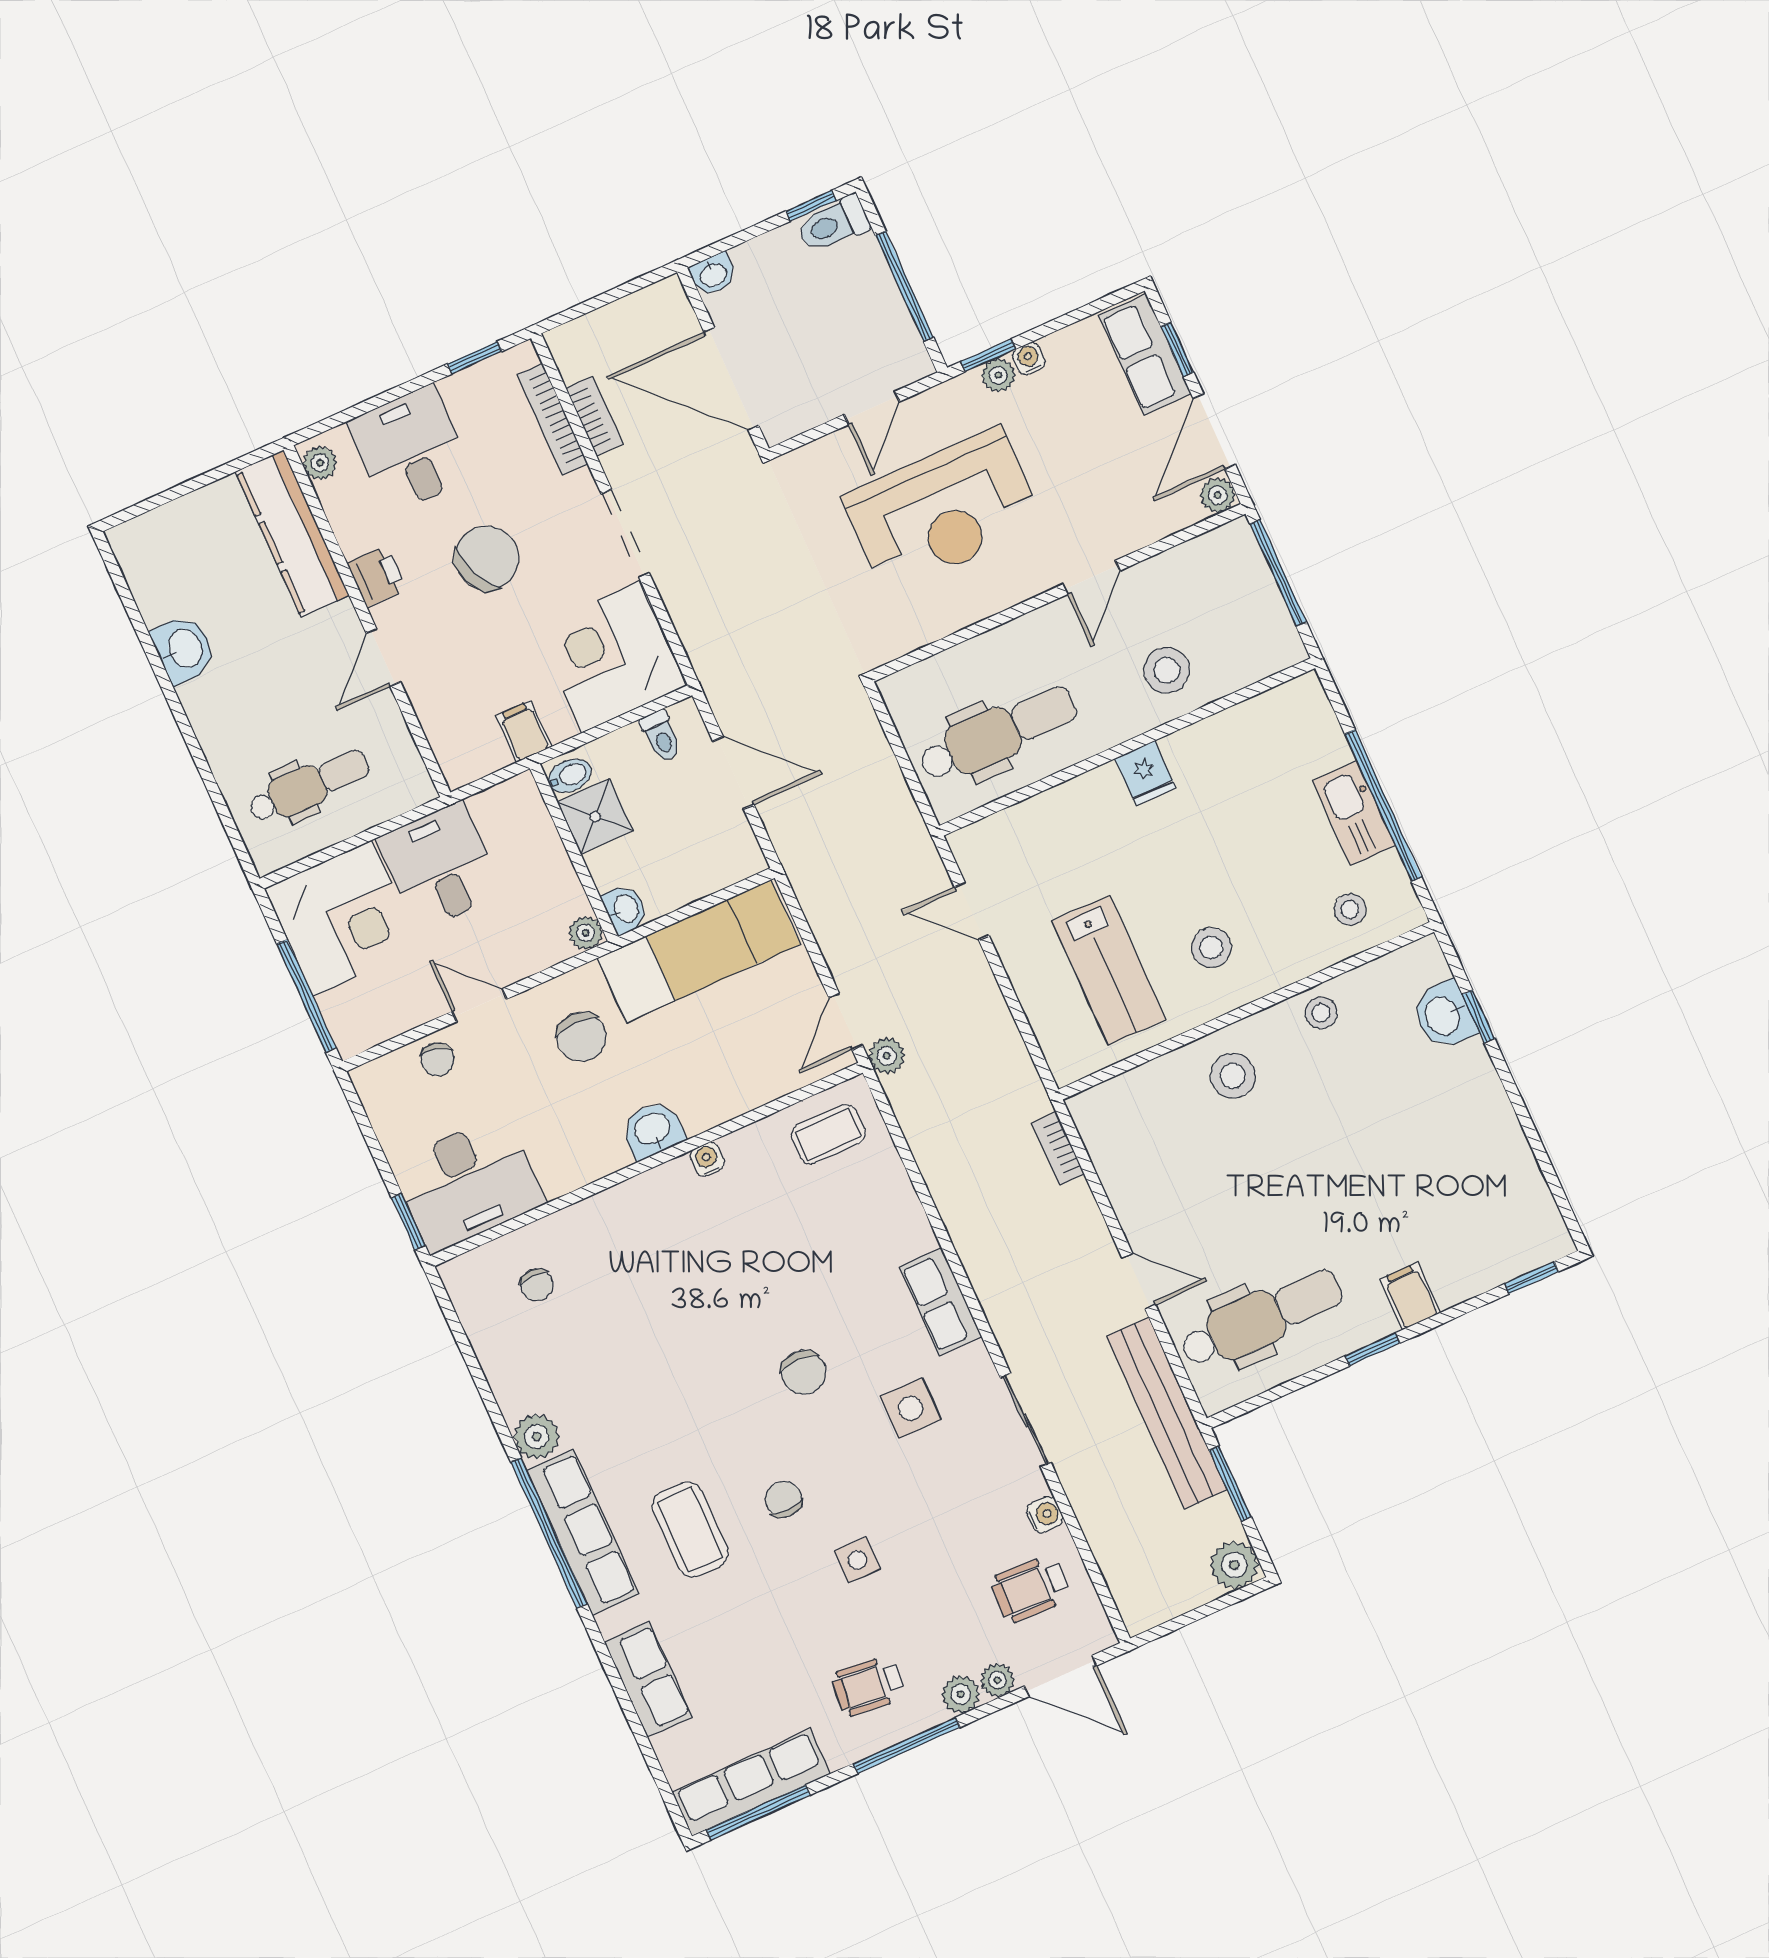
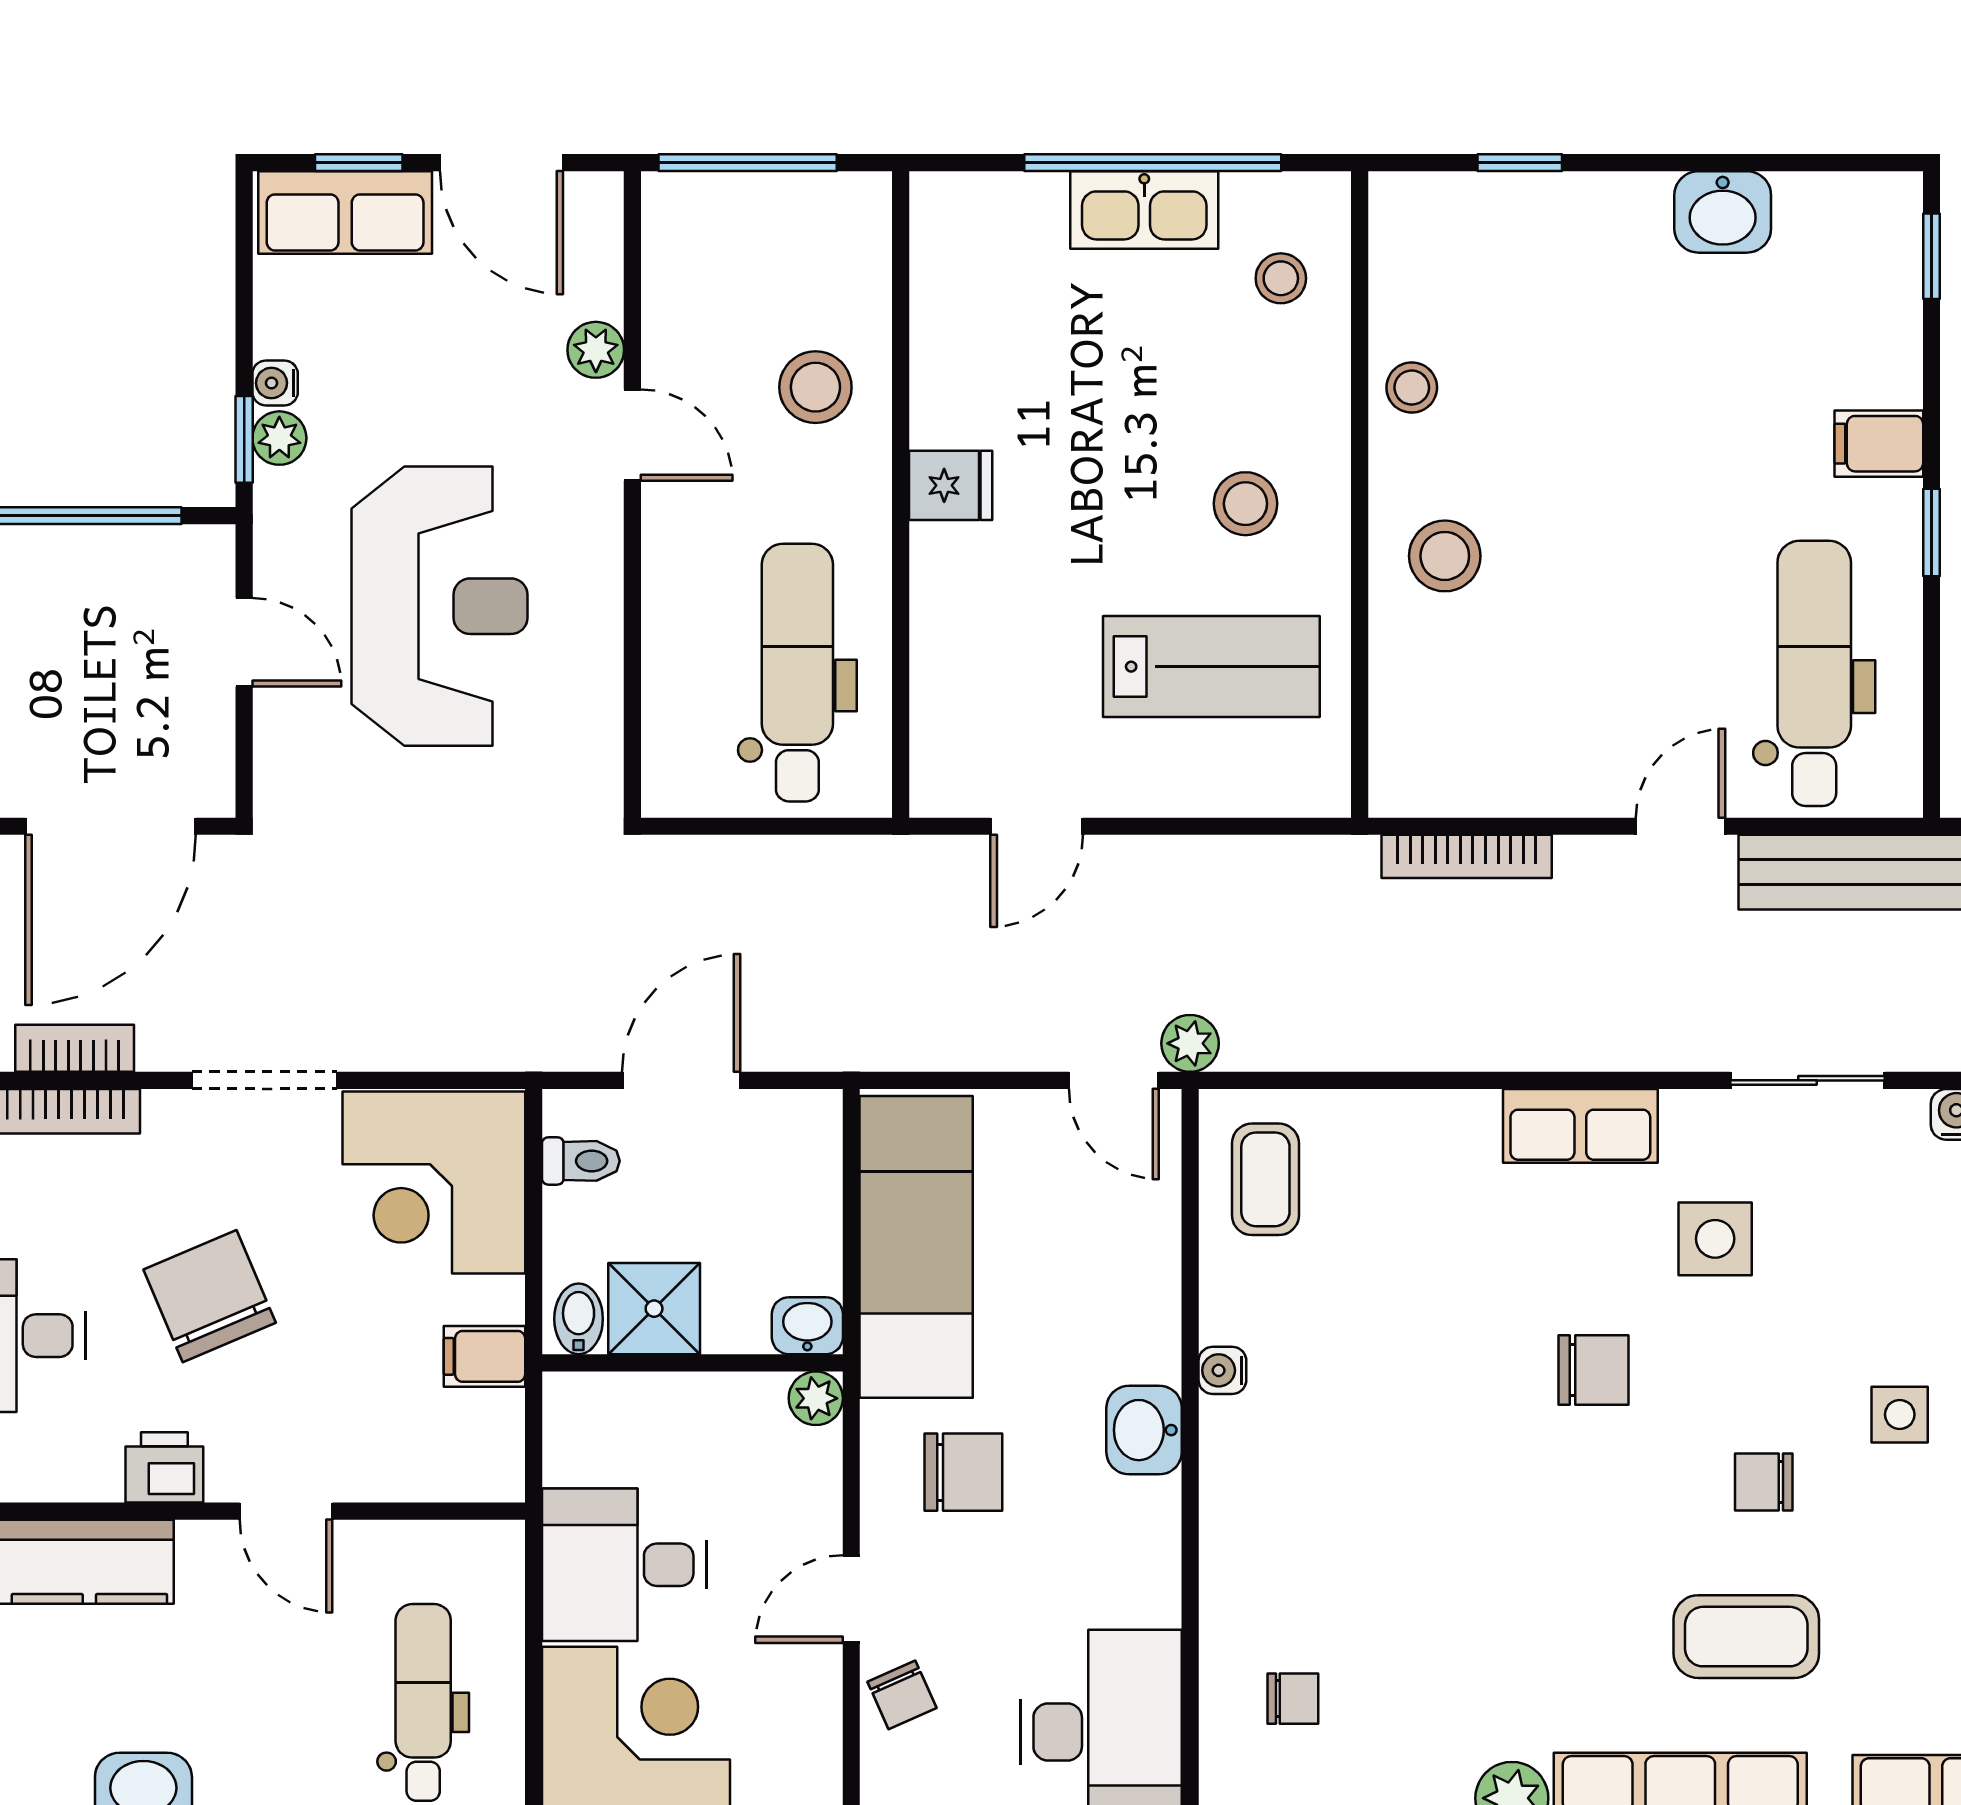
plant: (1218, 495) -> (596, 350), moved
washbasin: (1444, 1015) -> (1723, 212), moved
chair: (437, 1059) -> (902, 1695), turned 52
bookcase: (1058, 1149) -> (1467, 856), width x1.56

